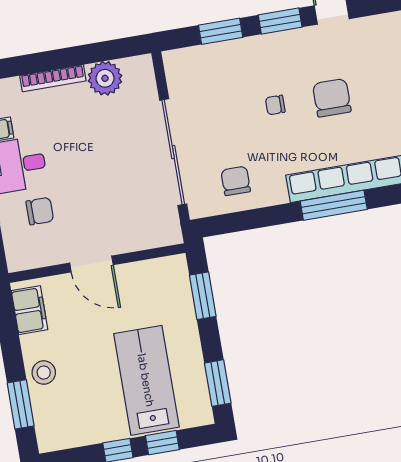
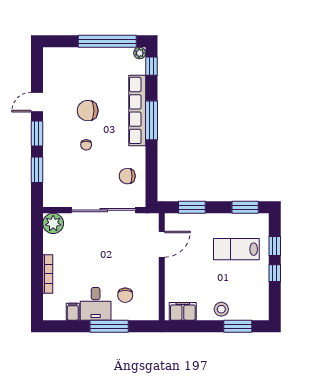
plant: (105, 78) -> (53, 223), moved
chair: (40, 211) -> (125, 295), turned 180
door: (91, 264) -> (162, 244), moved
lab bench: (146, 380) -> (236, 249), width x0.73, depth x0.72

